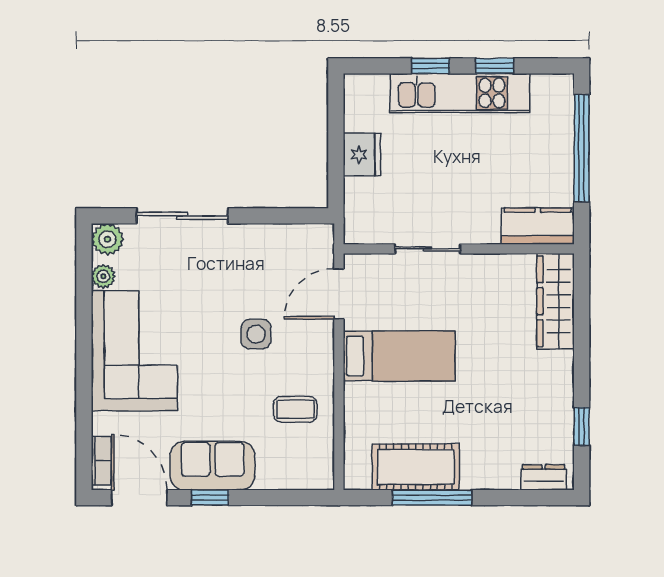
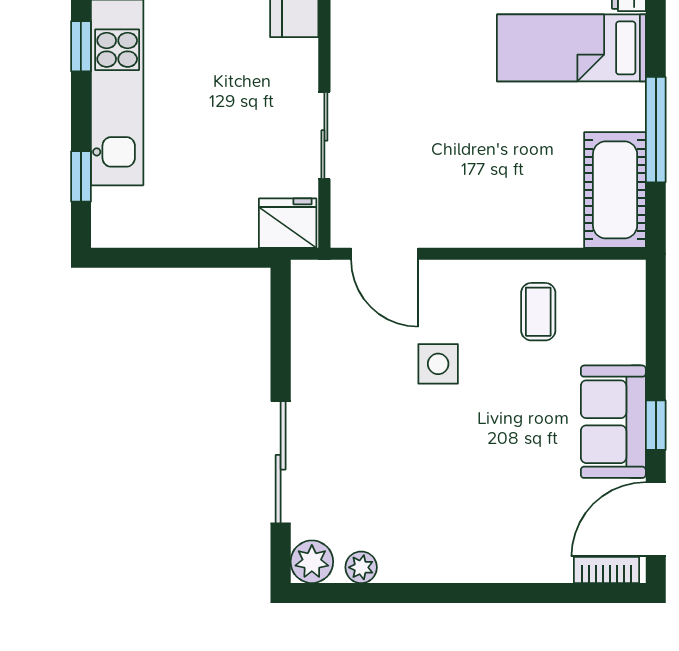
window: (430, 66) -> (81, 176), moved
fridge: (362, 155) -> (288, 223), moved
corner sofa: (134, 351) -> (460, 526), removed
bed: (399, 356) -> (571, 48), moved, turned -90
cot: (416, 467) -> (615, 190), moved

